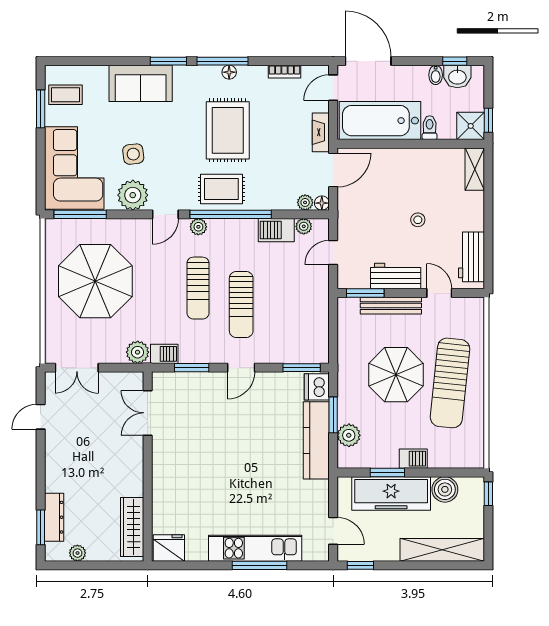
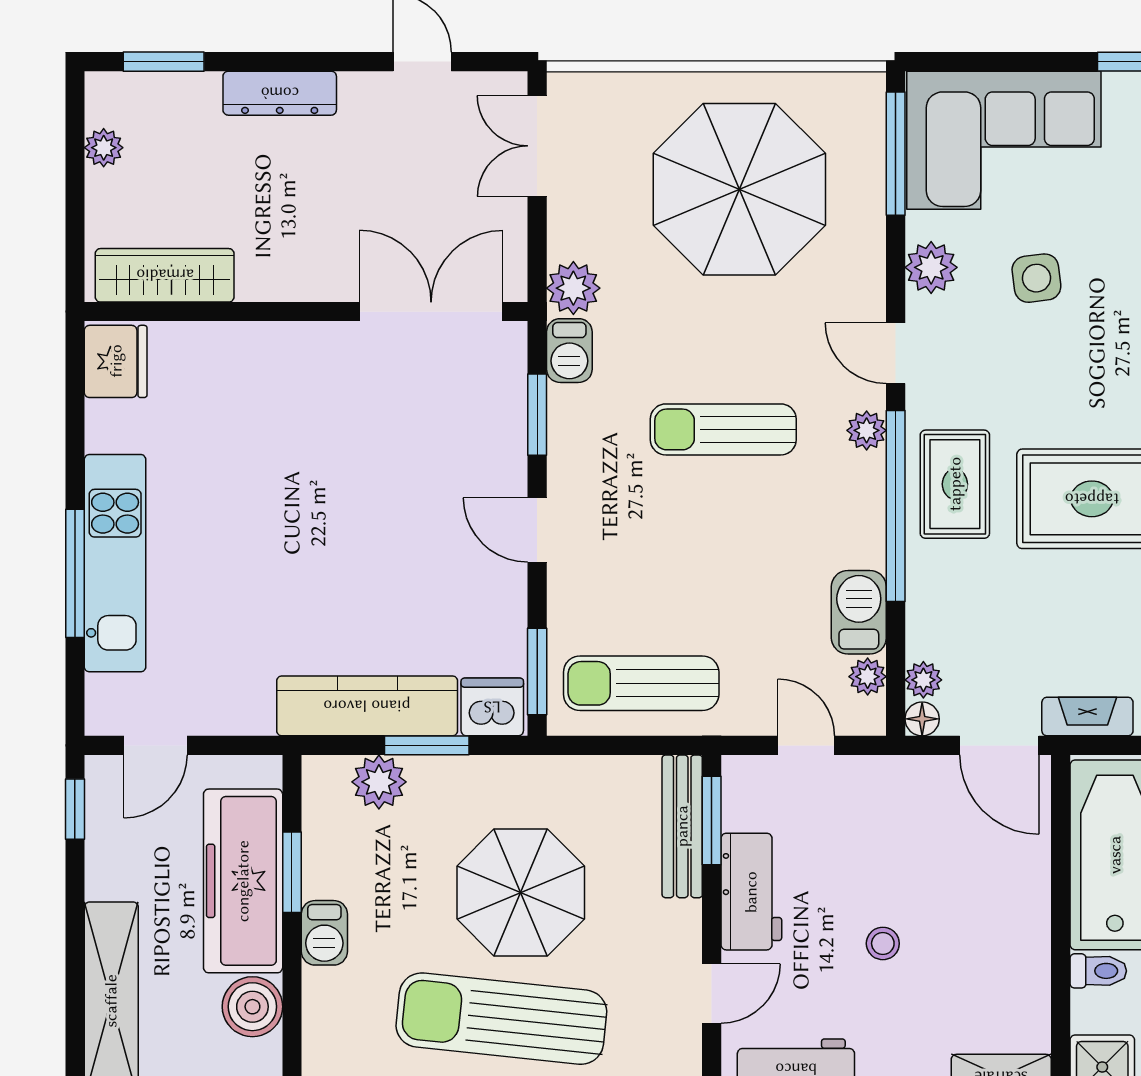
plant: (133, 195) -> (931, 267), width x0.73, depth x0.73
sun lounger: (241, 305) -> (641, 683), moved
bench: (391, 306) -> (682, 826), moved
double door: (148, 413) -> (431, 312), width x1.37
dresser: (54, 517) -> (280, 93), moved

